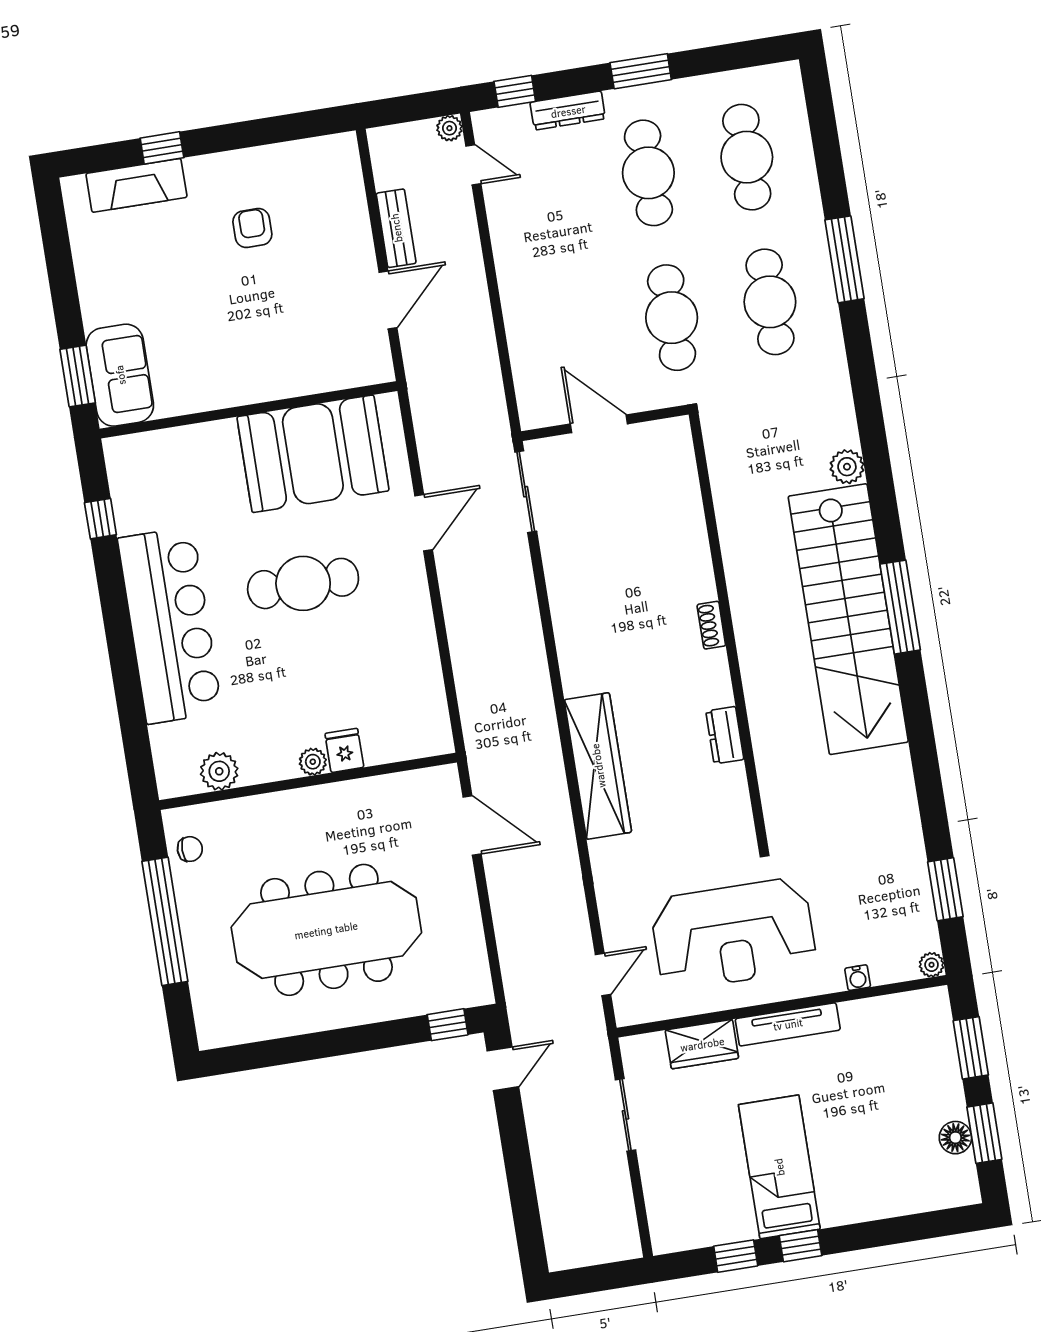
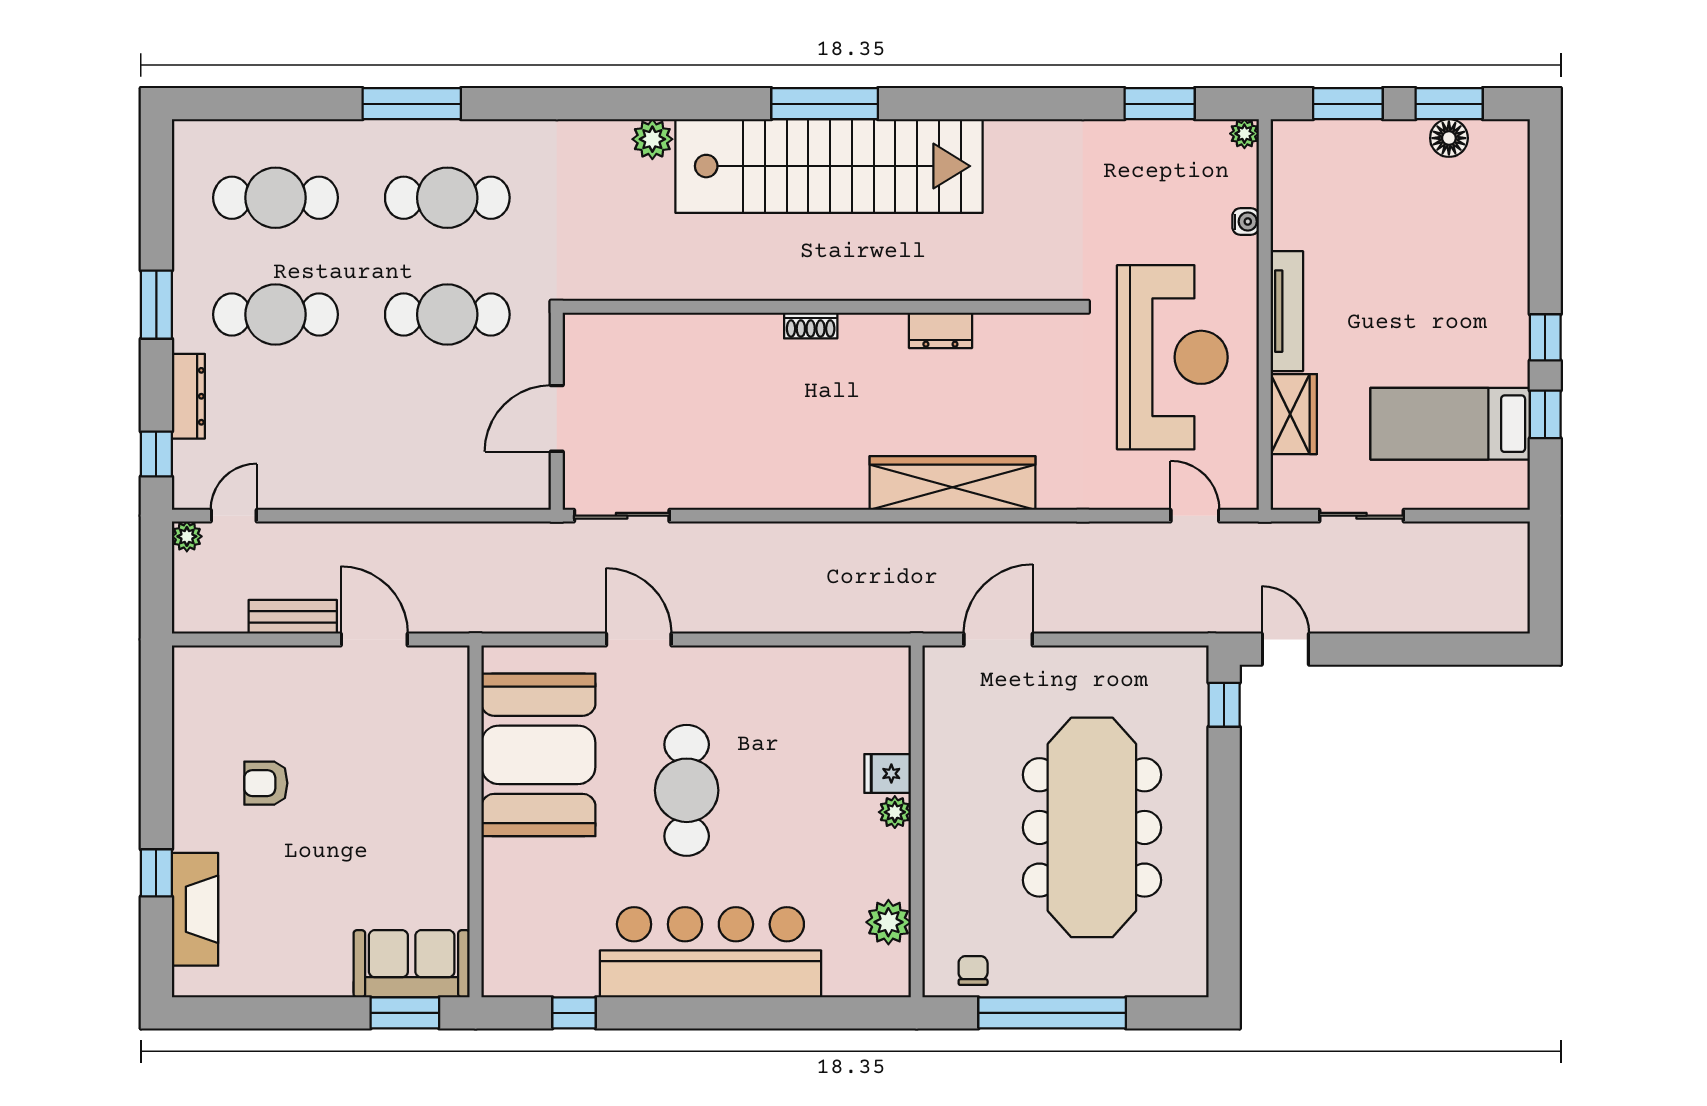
bed: (779, 1167) -> (1450, 424), moved

